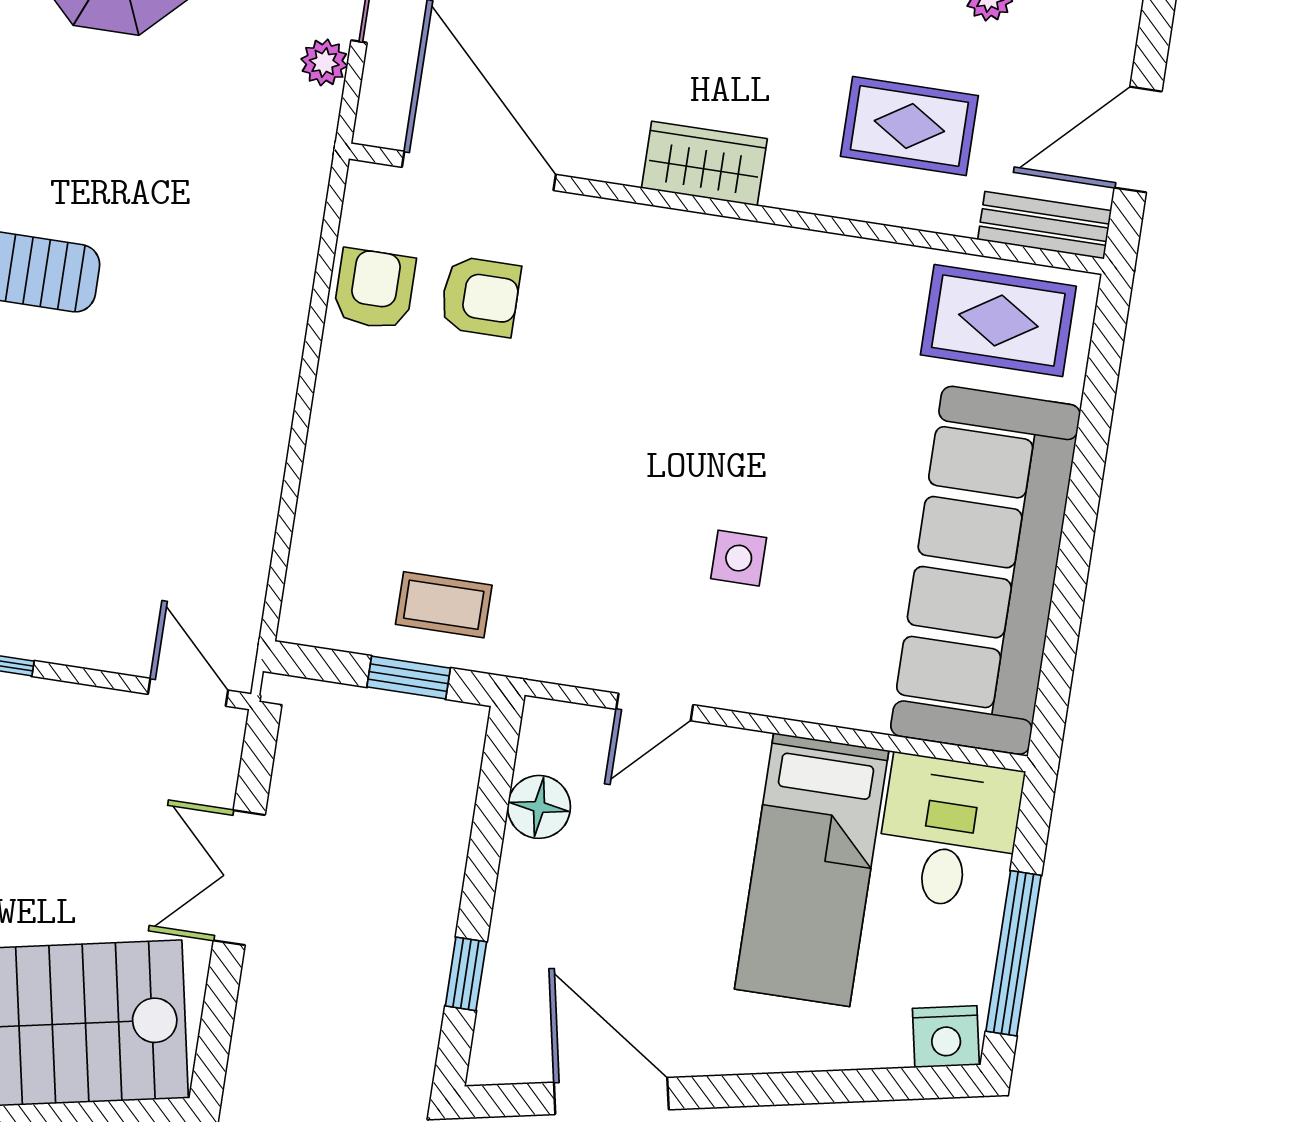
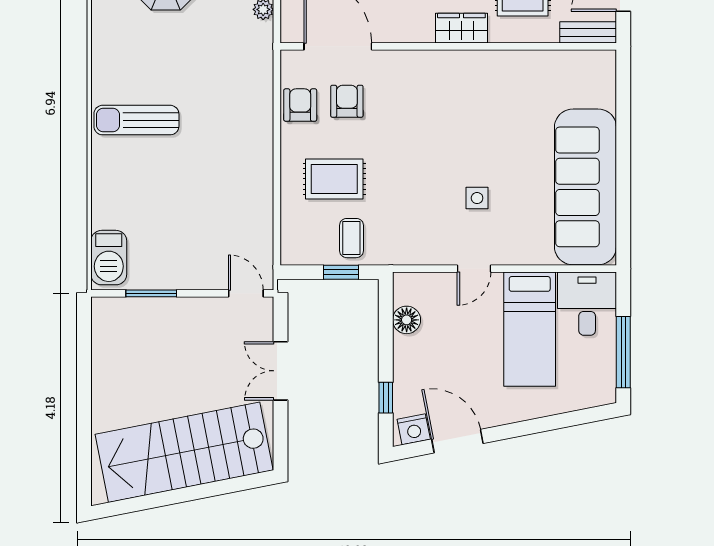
wardrobe: (704, 163) -> (461, 28), moved
armchair: (480, 297) -> (347, 101), turned -90
rug: (998, 321) -> (334, 179), moved
coffee table: (444, 605) -> (351, 238), turned 90
door: (655, 707) -> (474, 269), moved
nightstand: (946, 1037) -> (414, 429), moved

